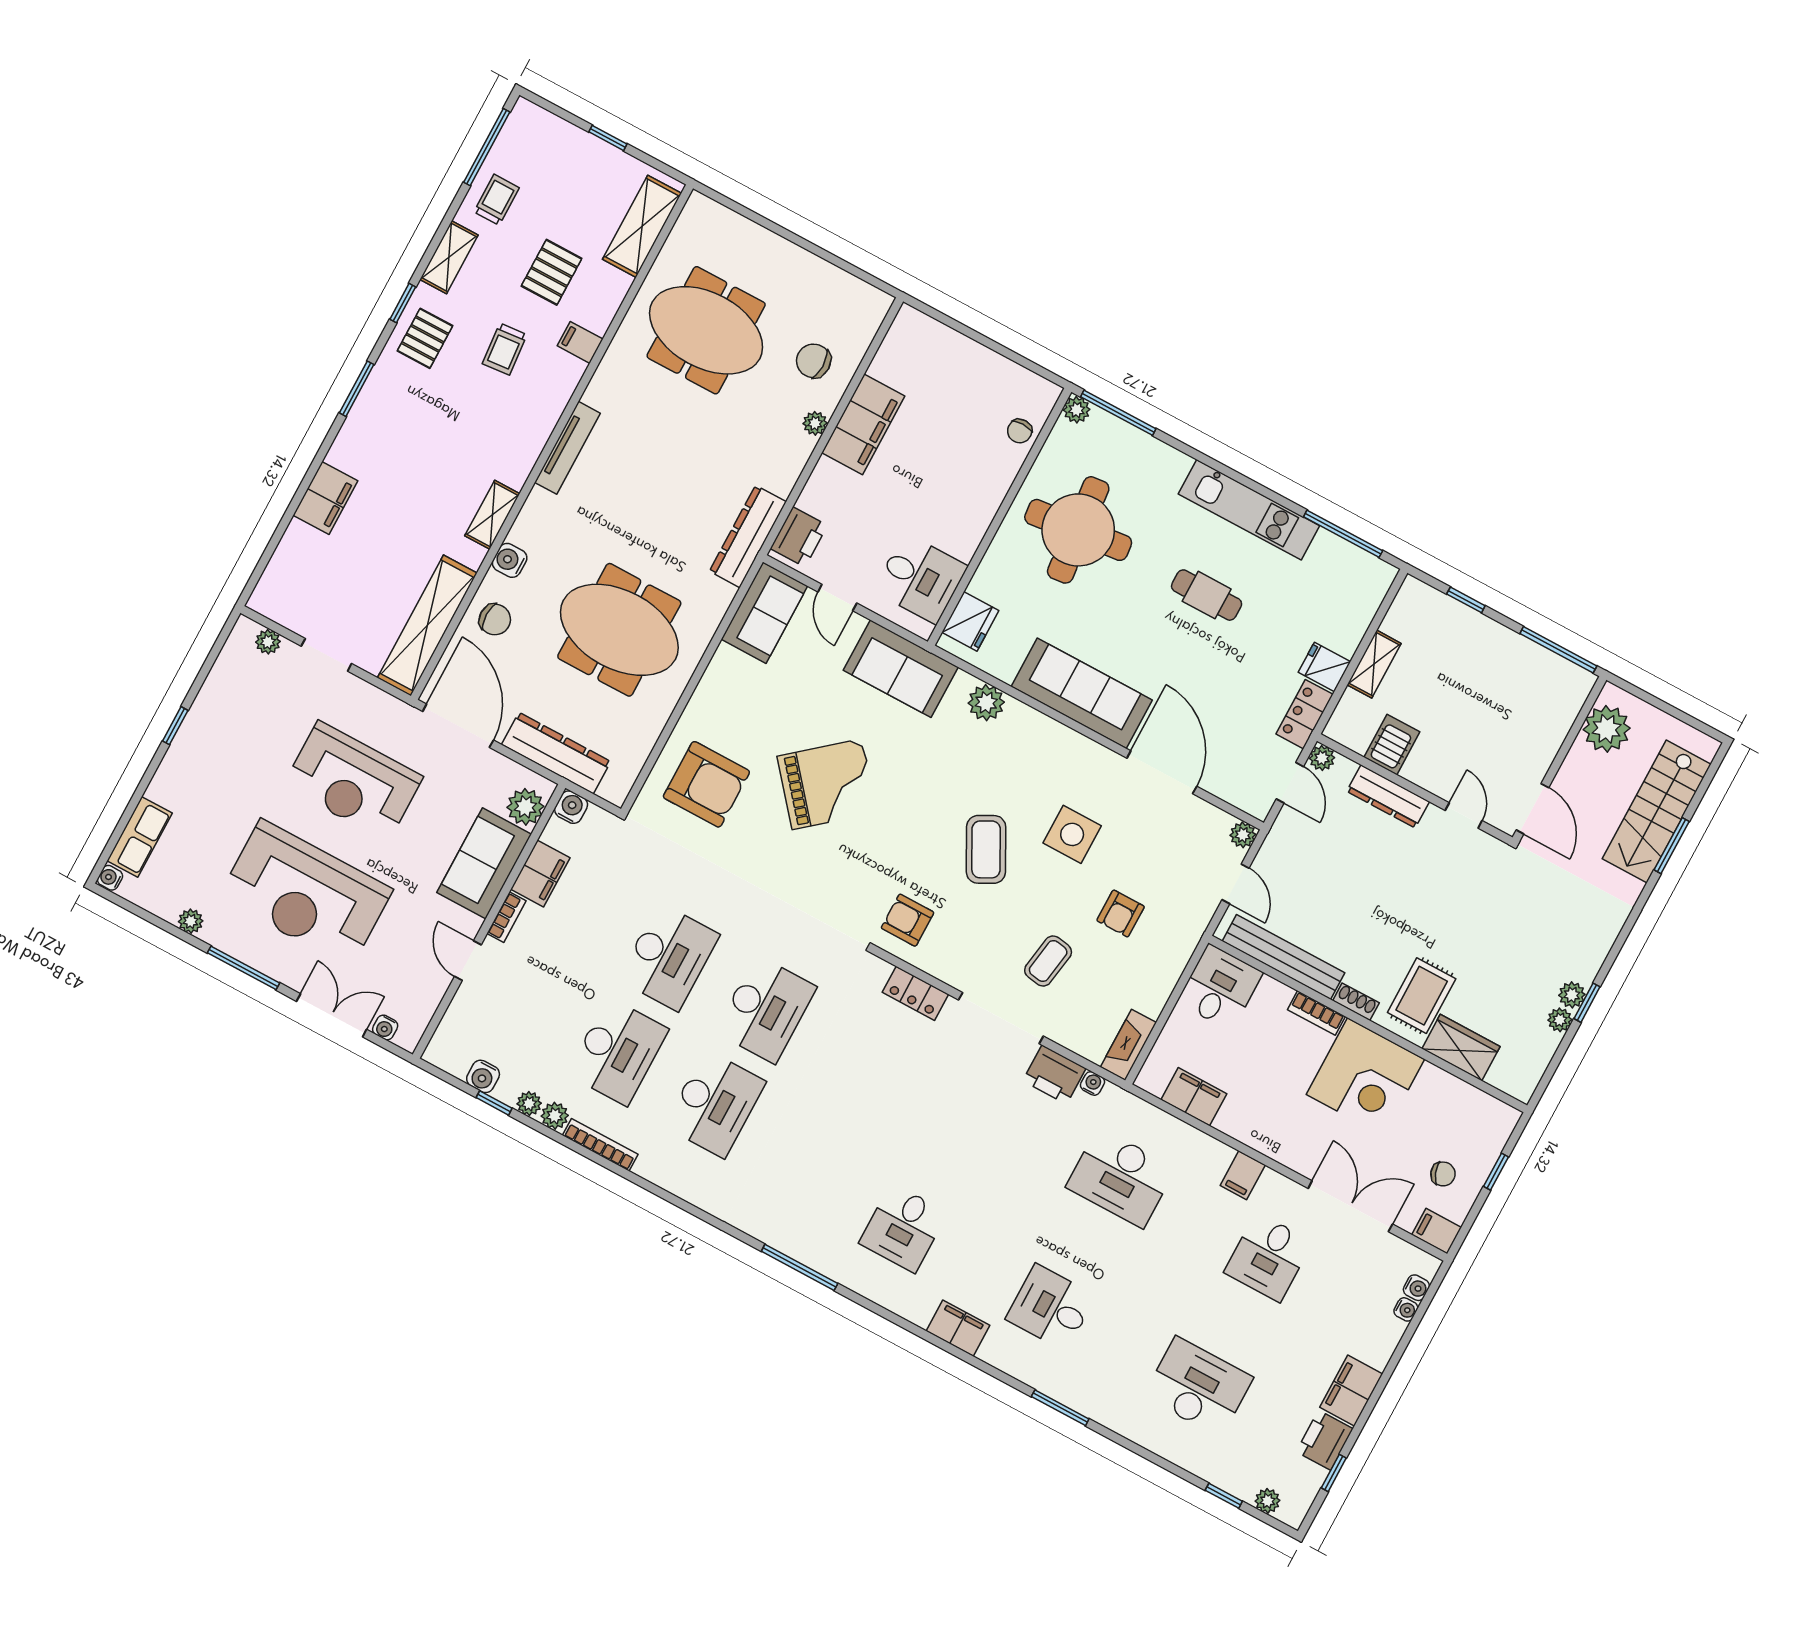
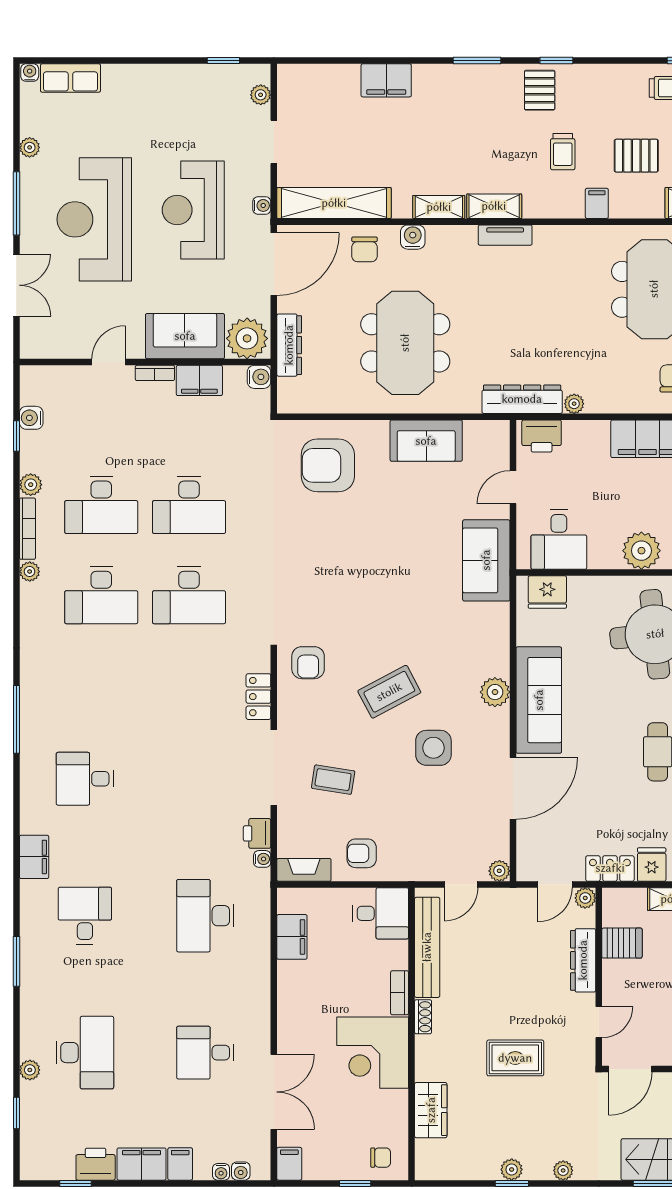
shelving: (449, 257) -> (494, 206), moved
pallet: (425, 338) -> (540, 90), turned 90
trolley: (505, 349) -> (563, 152), turned -85
plant: (815, 423) -> (574, 404), moved
tv unit: (567, 448) -> (505, 235), width x0.71
plant: (980, 496) -> (641, 551), added
sofa: (764, 613) -> (426, 441), moved
plant: (986, 703) -> (495, 692), moved
window: (175, 726) -> (223, 61), moved
dresser: (556, 753) -> (289, 345), width x0.73, depth x0.80
armchair: (706, 784) -> (328, 465), turned 90
grand piano: (827, 784) -> (375, 552), removed
plant: (525, 807) -> (247, 338), width x1.36, depth x1.36
armchair: (1121, 913) -> (362, 853), moved
armchair: (908, 920) -> (308, 663), turned 180
rug: (1422, 996) -> (515, 1058), moved
plant: (1560, 1020) -> (563, 1170), moved
water cooler: (385, 1027) -> (262, 205), moved, turned 180
printer: (1054, 1075) -> (257, 833), width x0.73, depth x0.81
plant: (529, 1104) -> (30, 572), moved
chair: (1443, 1174) -> (381, 1158), moved, turned -70
filing cabinet: (1243, 1175) -> (180, 1164), moved, turned 90
plant: (1268, 1501) -> (30, 1070), moved

